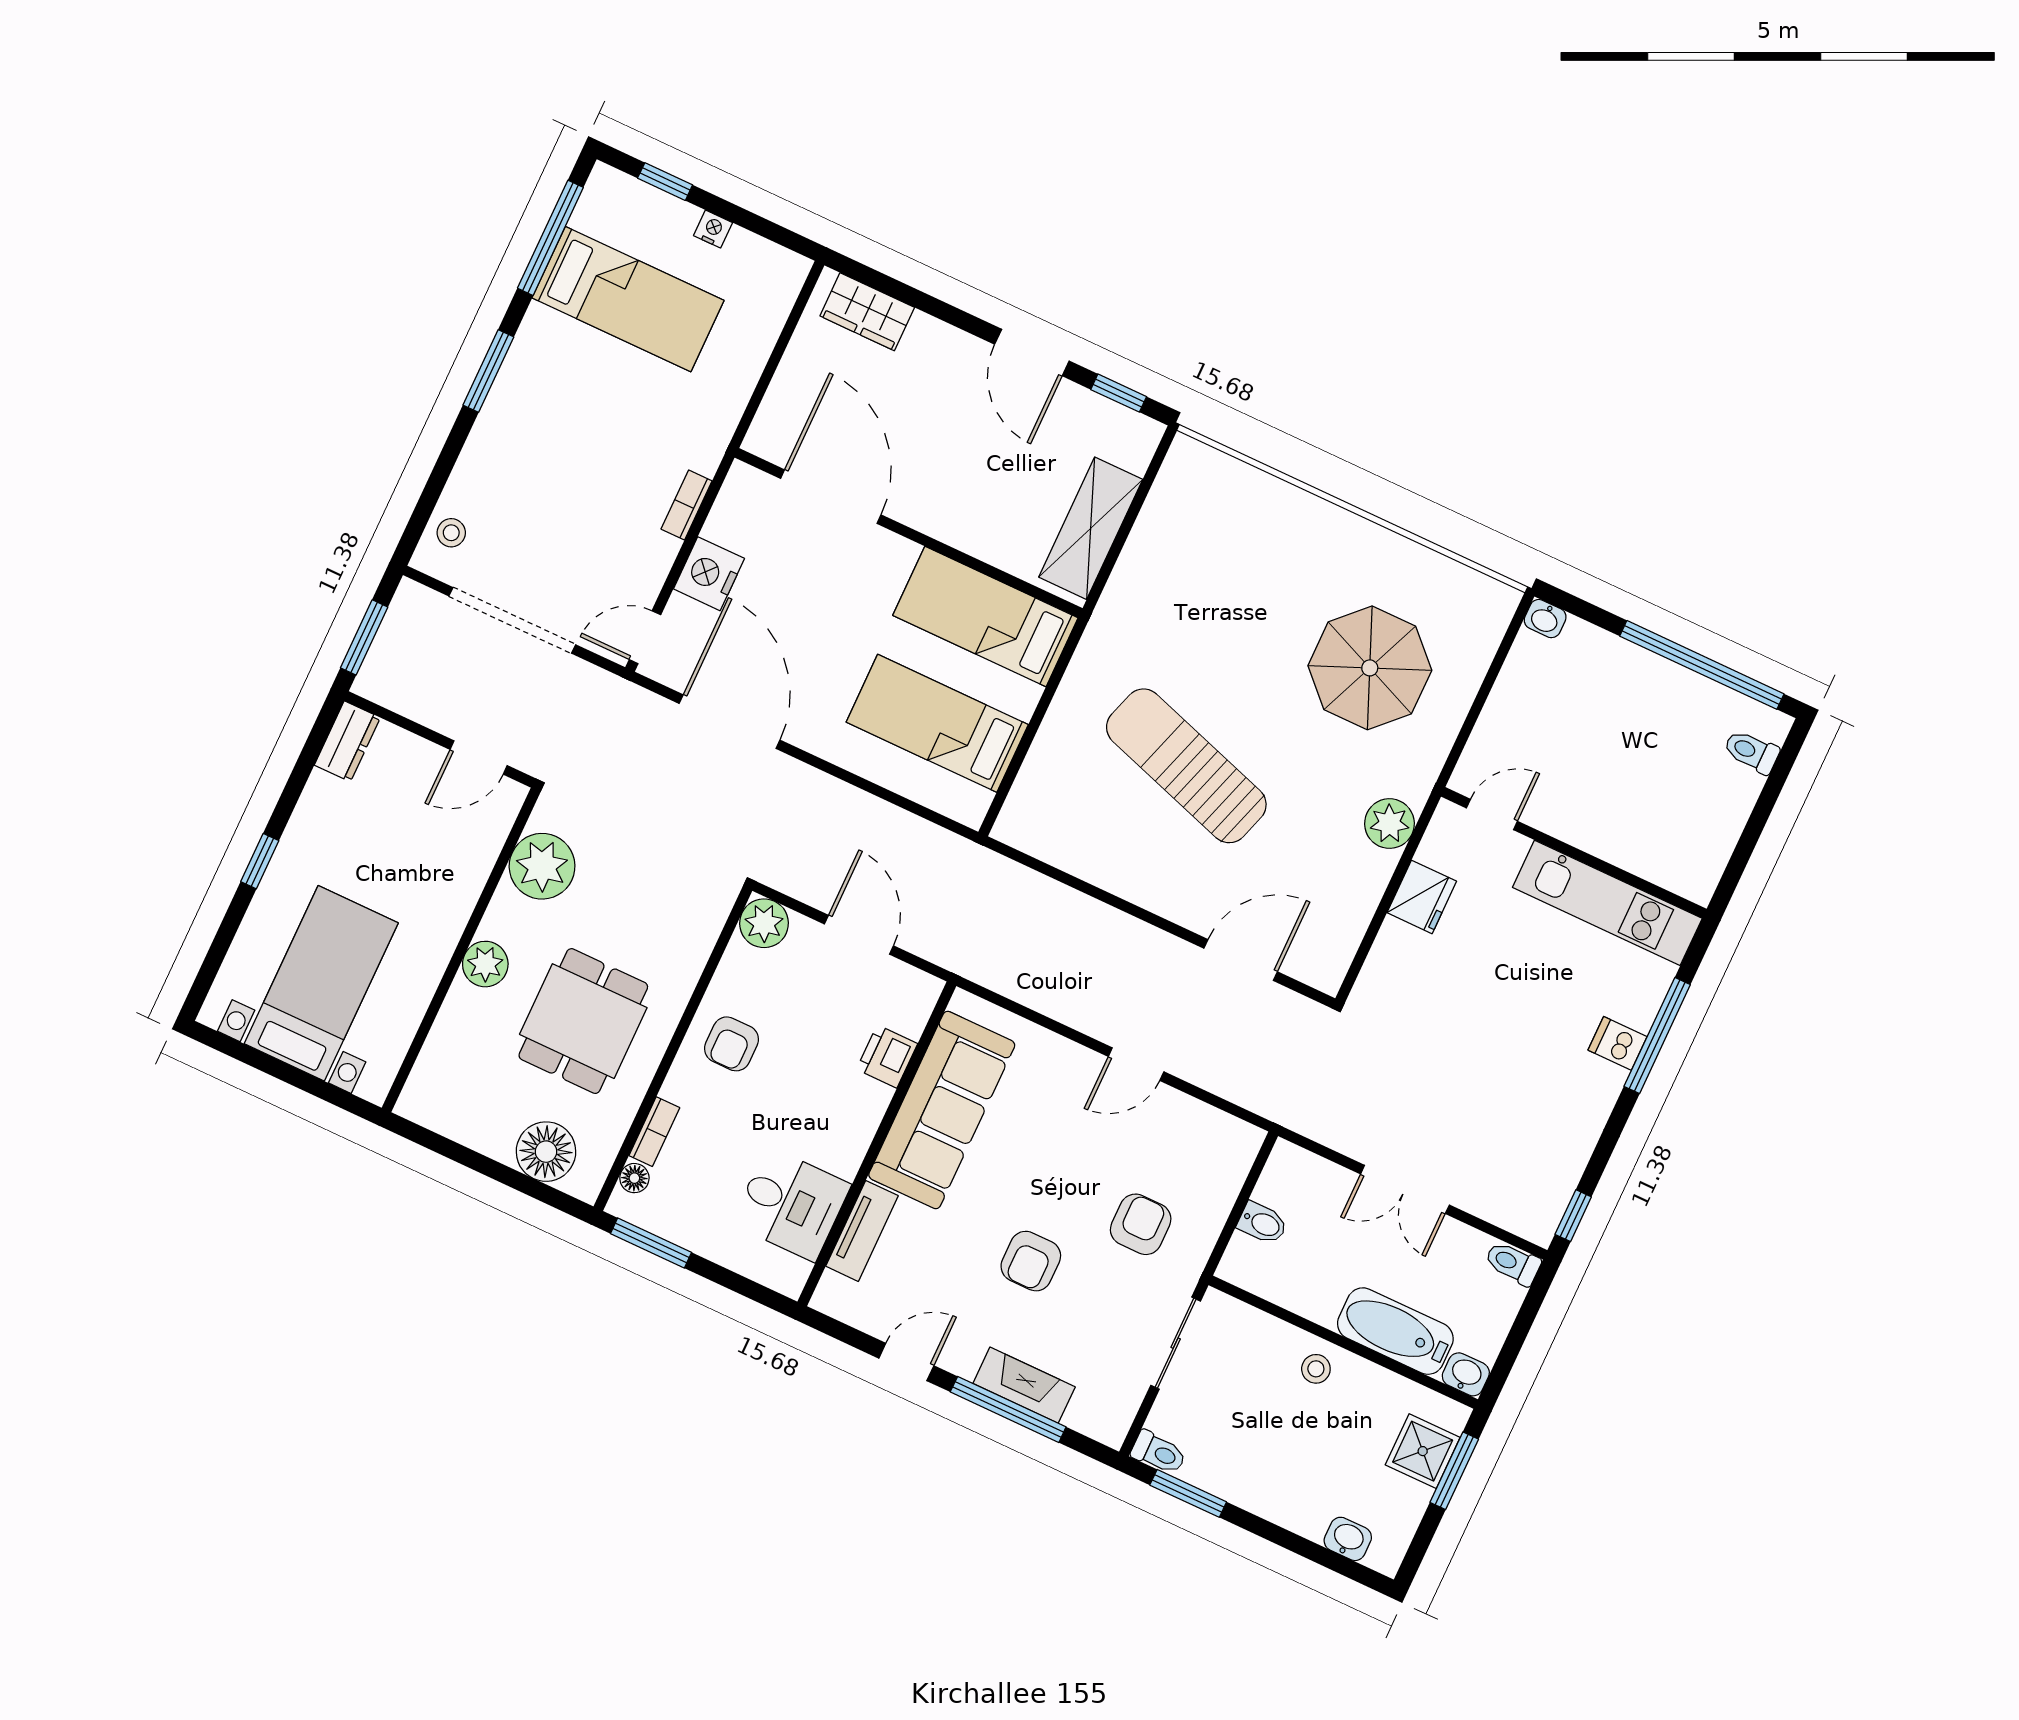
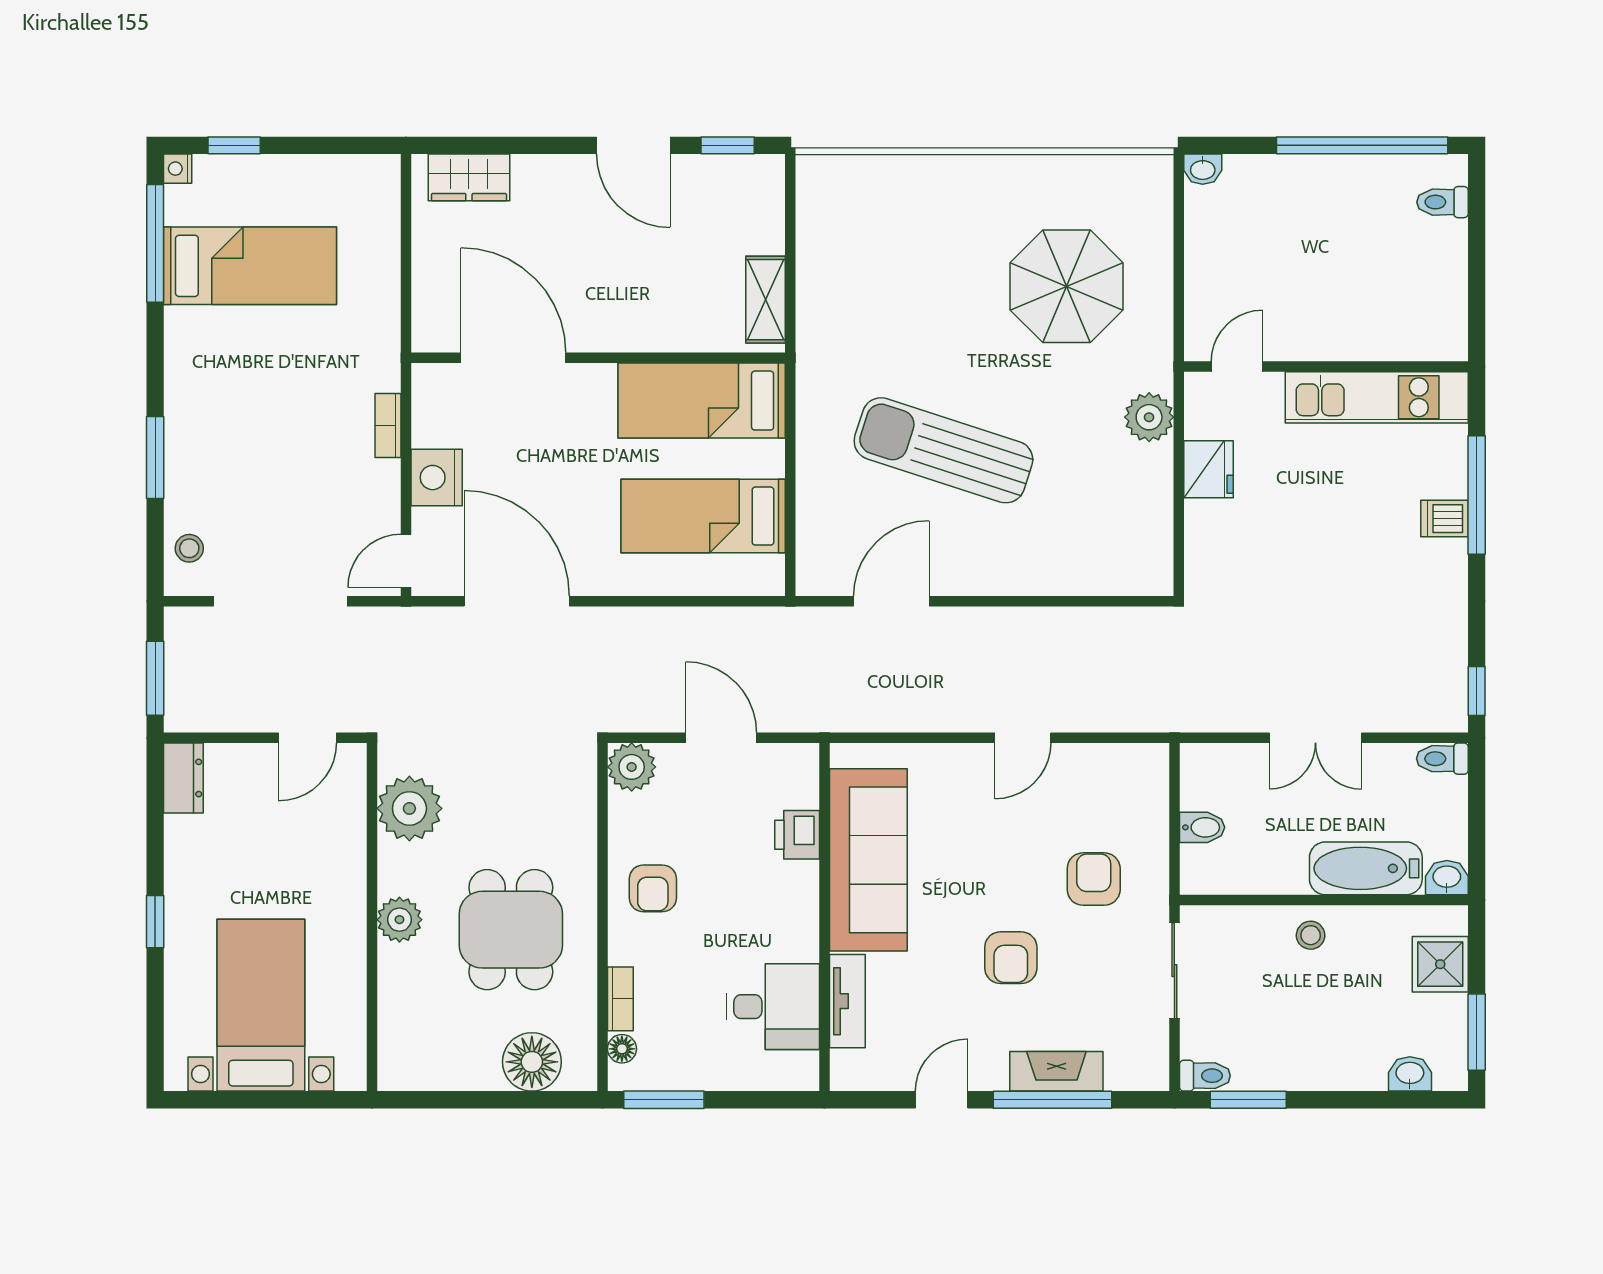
nightstand: (713, 229) -> (178, 169), moved, turned -90
window: (488, 371) -> (155, 458), moved
shelving: (1091, 528) -> (766, 300), width x0.67, depth x0.75
door: (1241, 960) -> (891, 601), moved
window: (1454, 1471) -> (1477, 1032), moved

